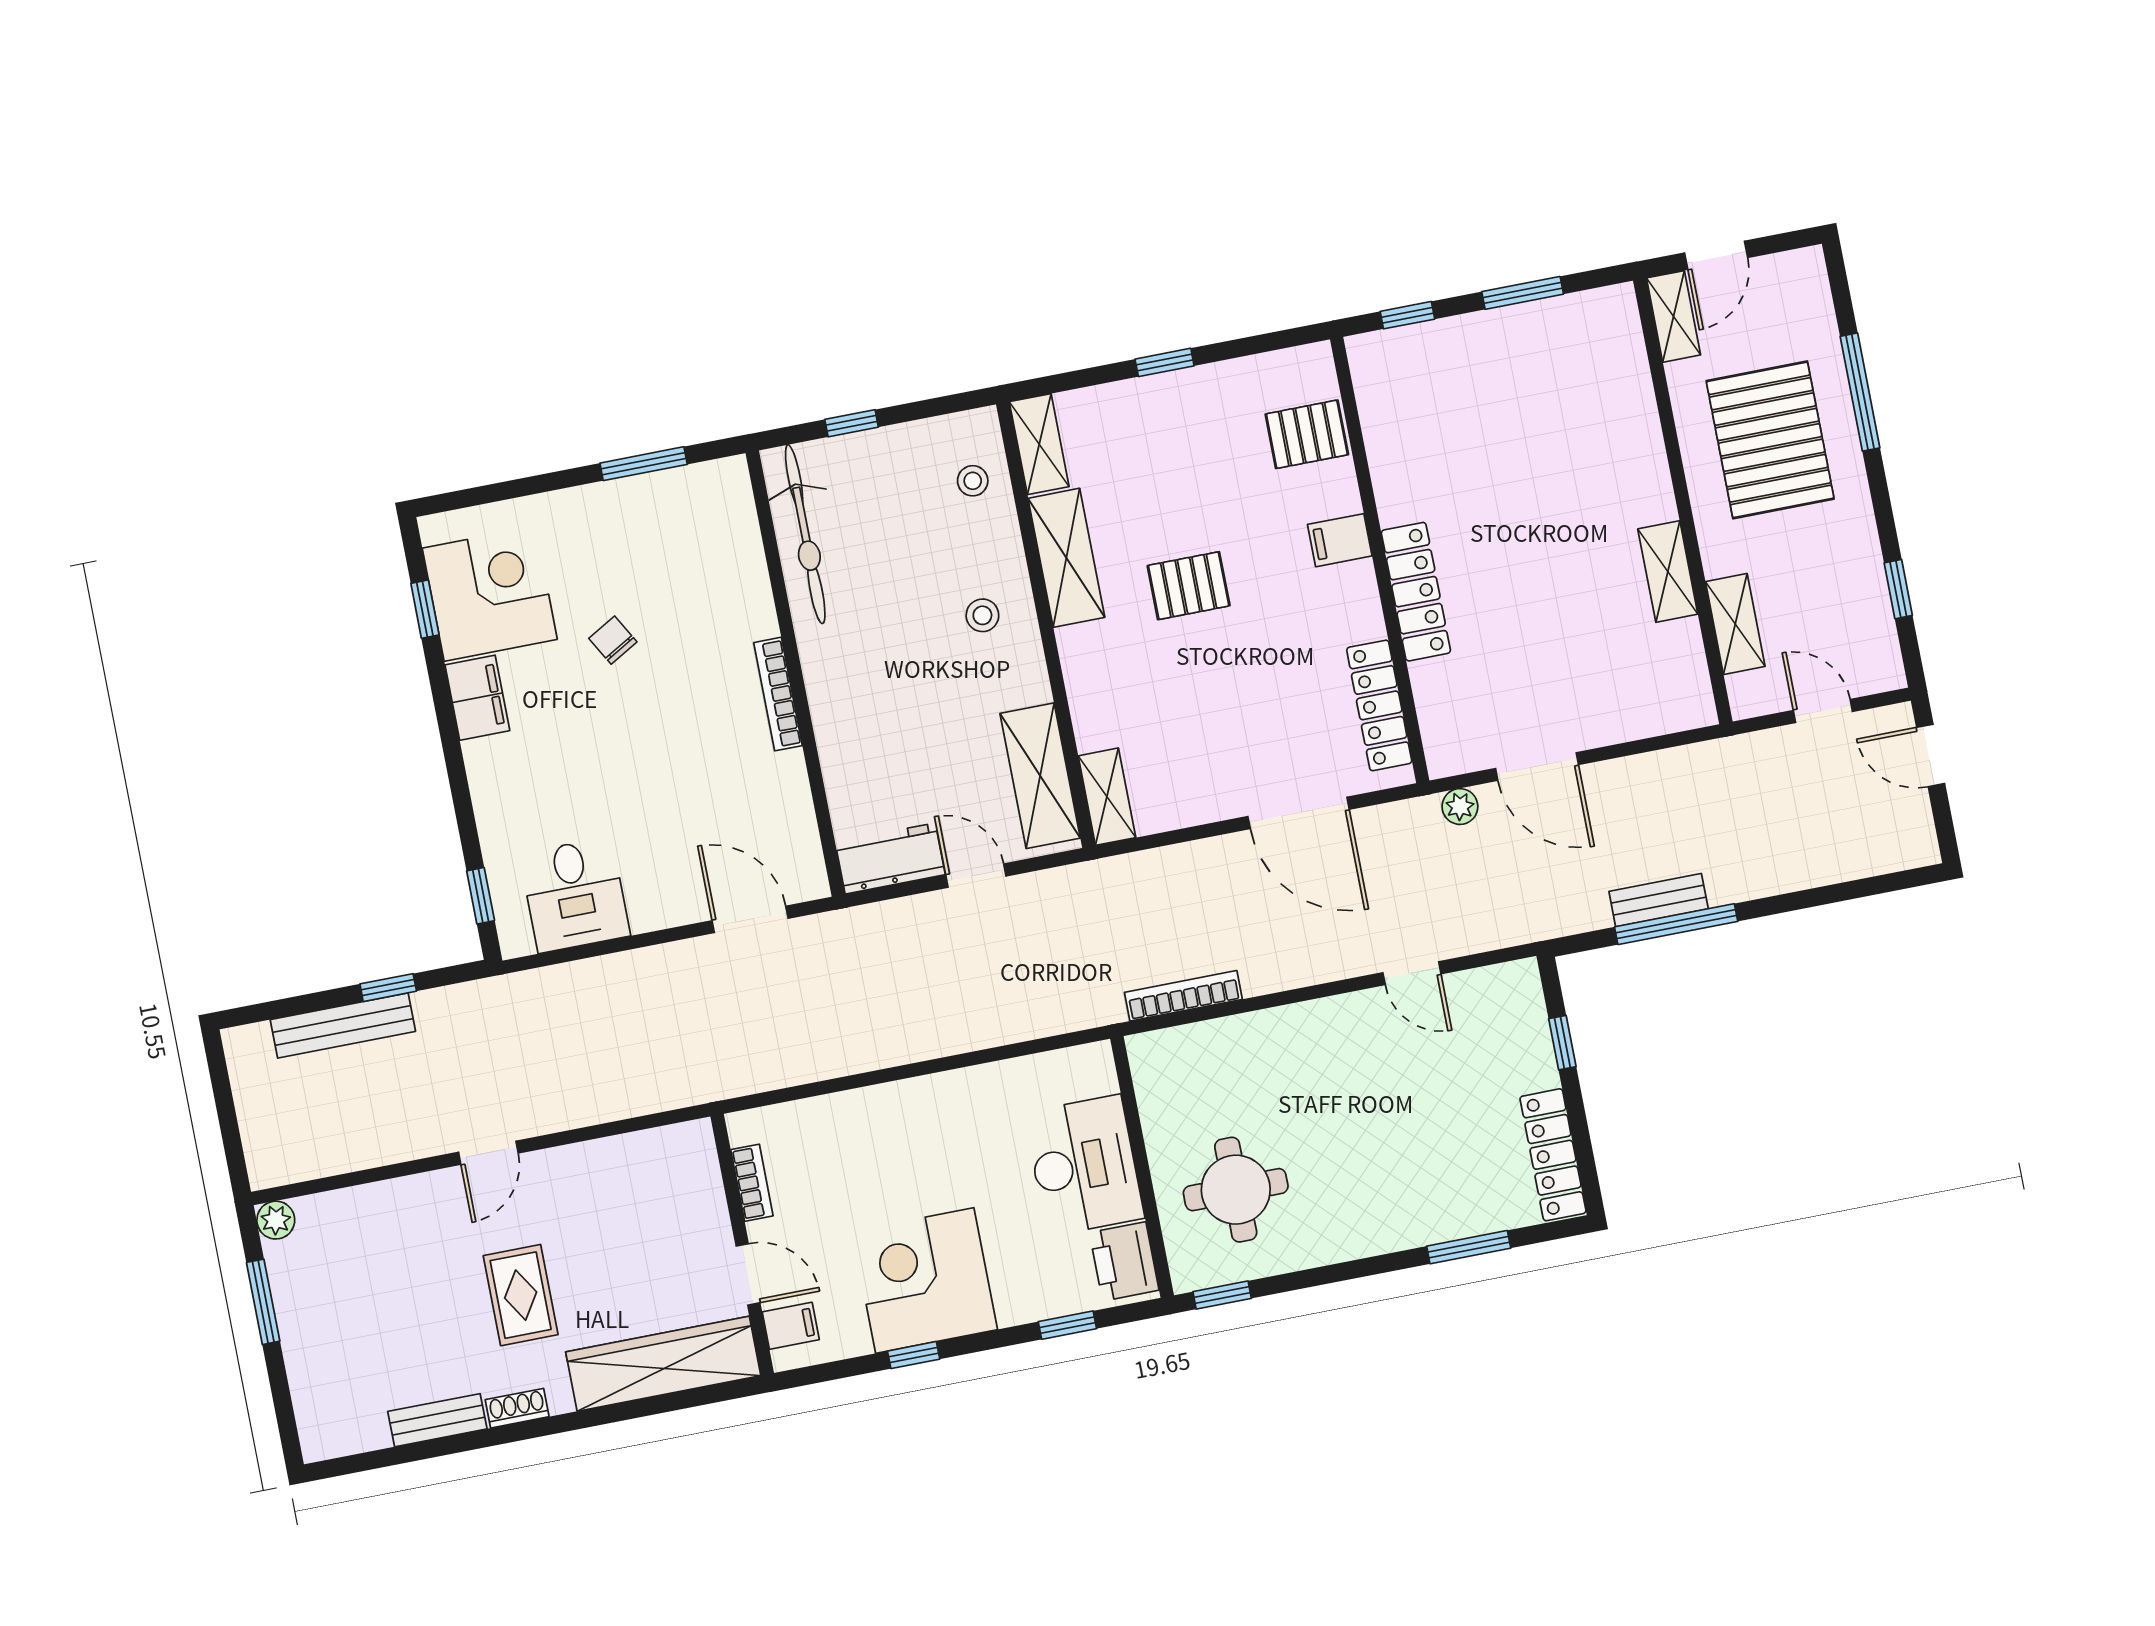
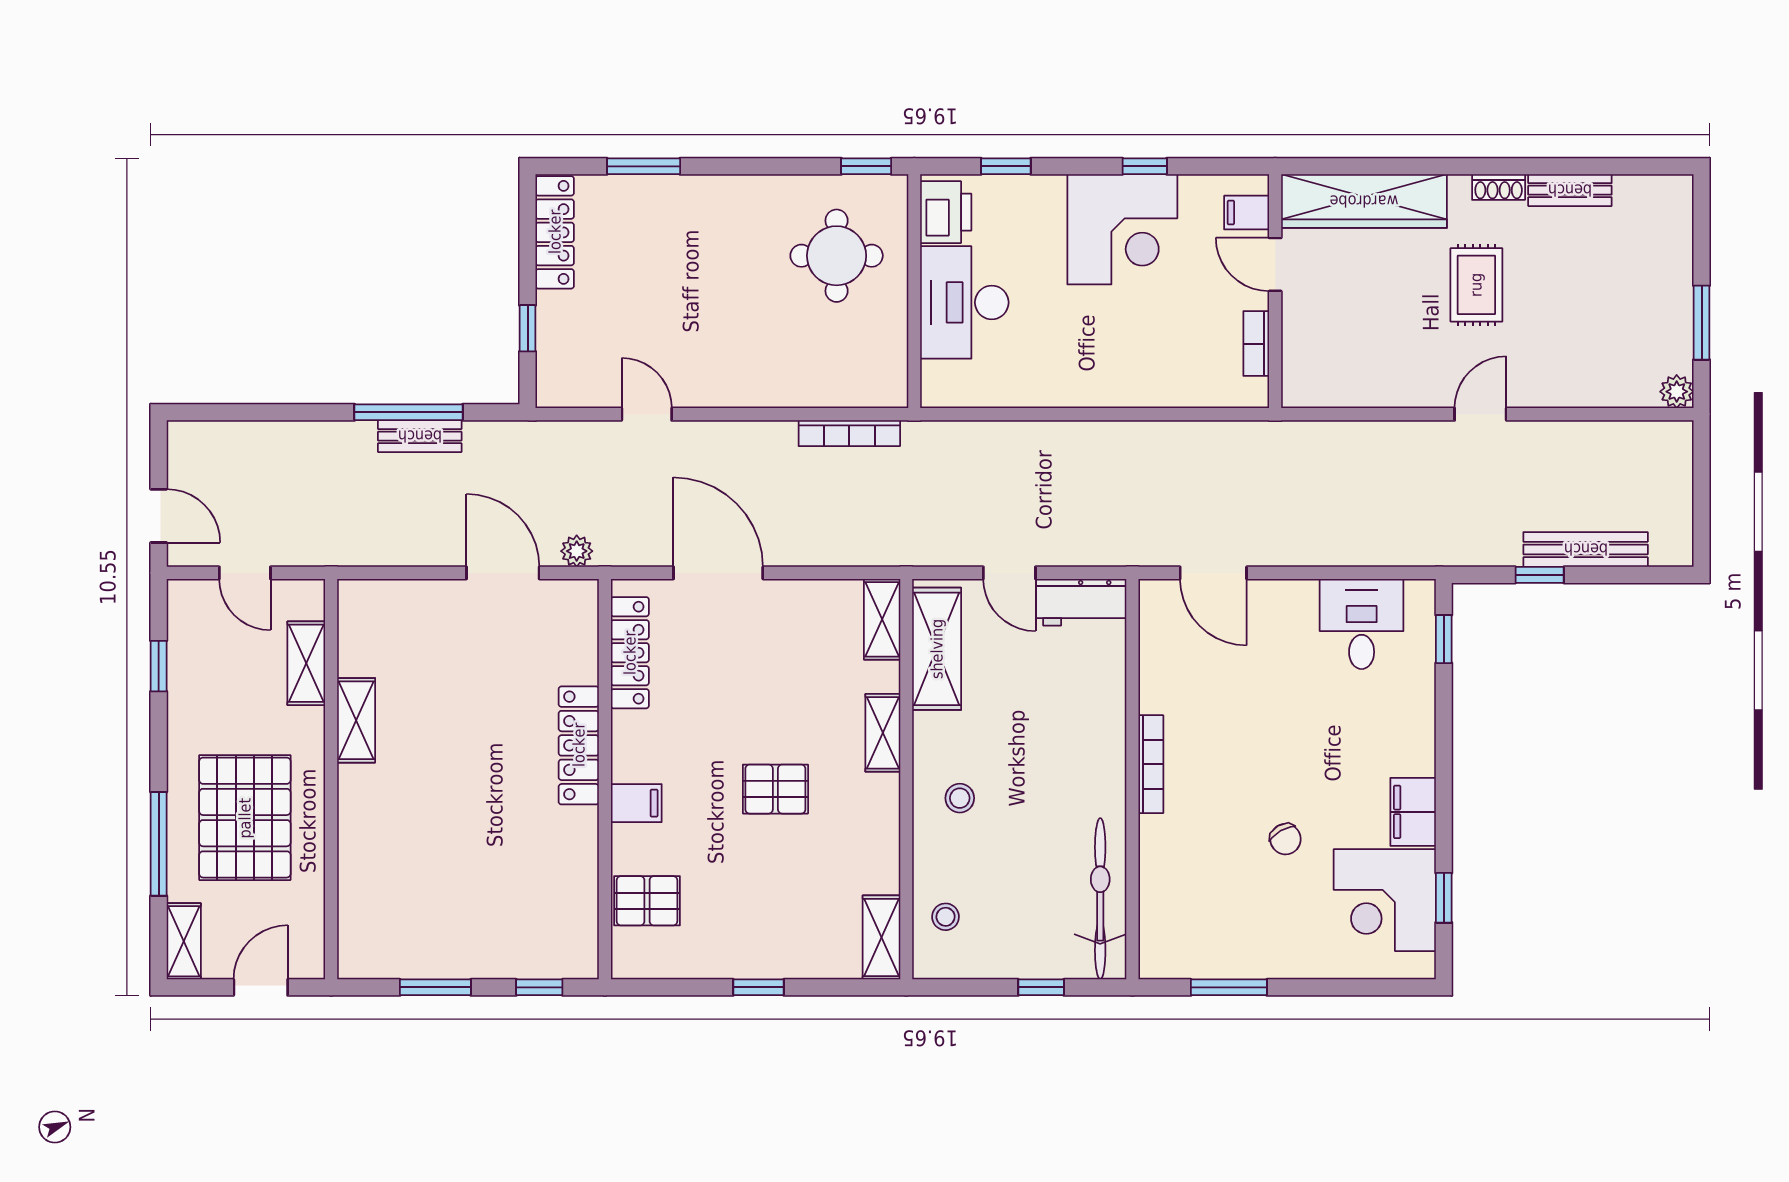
shelving: (1673, 316) -> (184, 941), moved
shelving: (1066, 558) -> (883, 733), moved, width x0.67, depth x0.75

